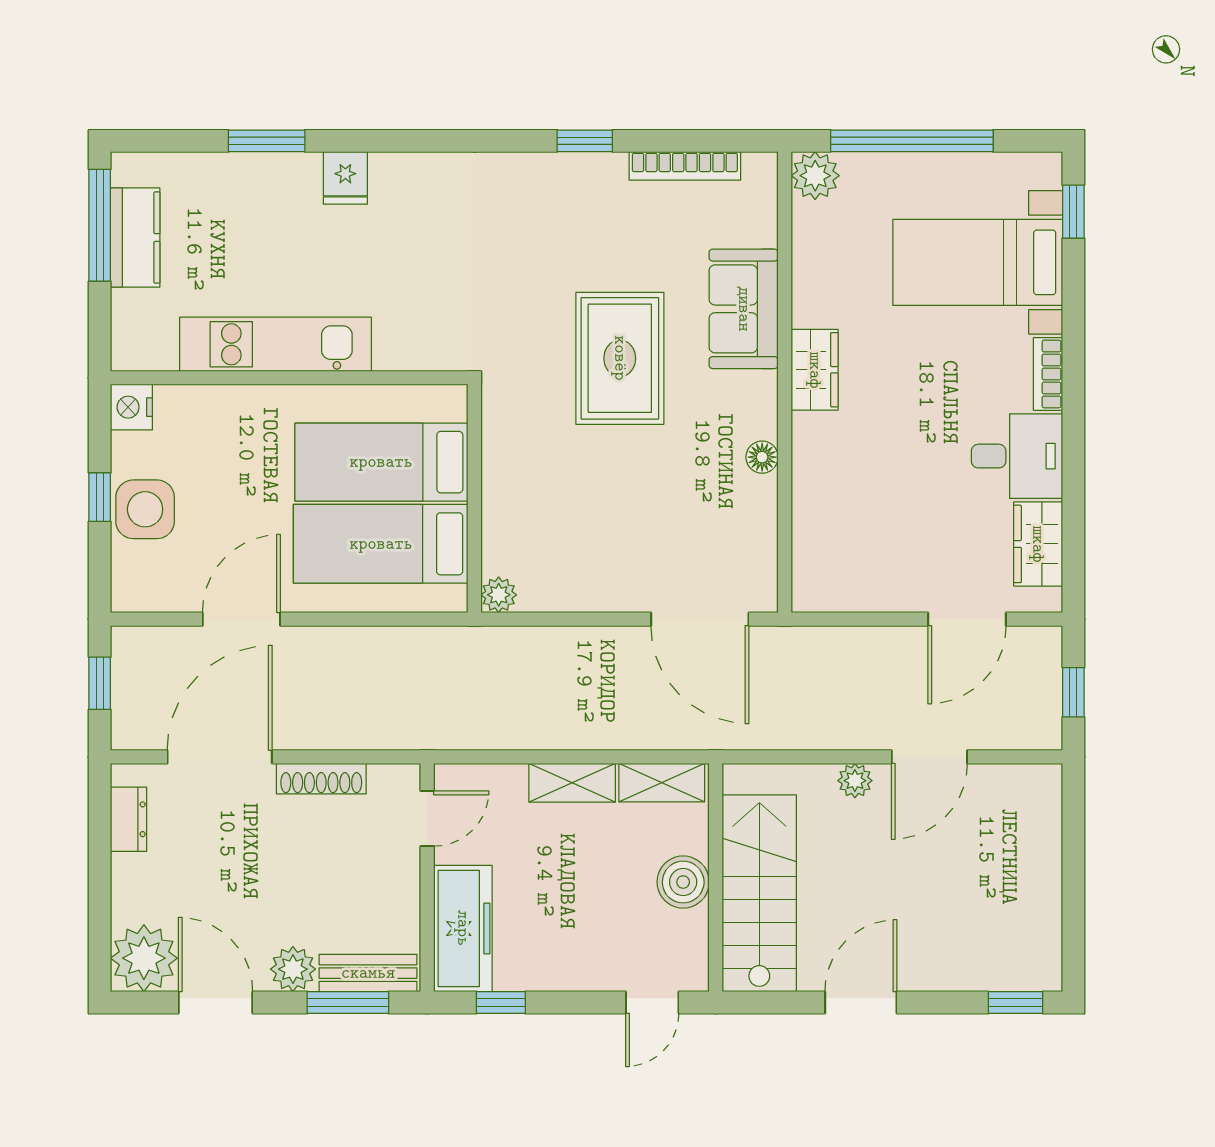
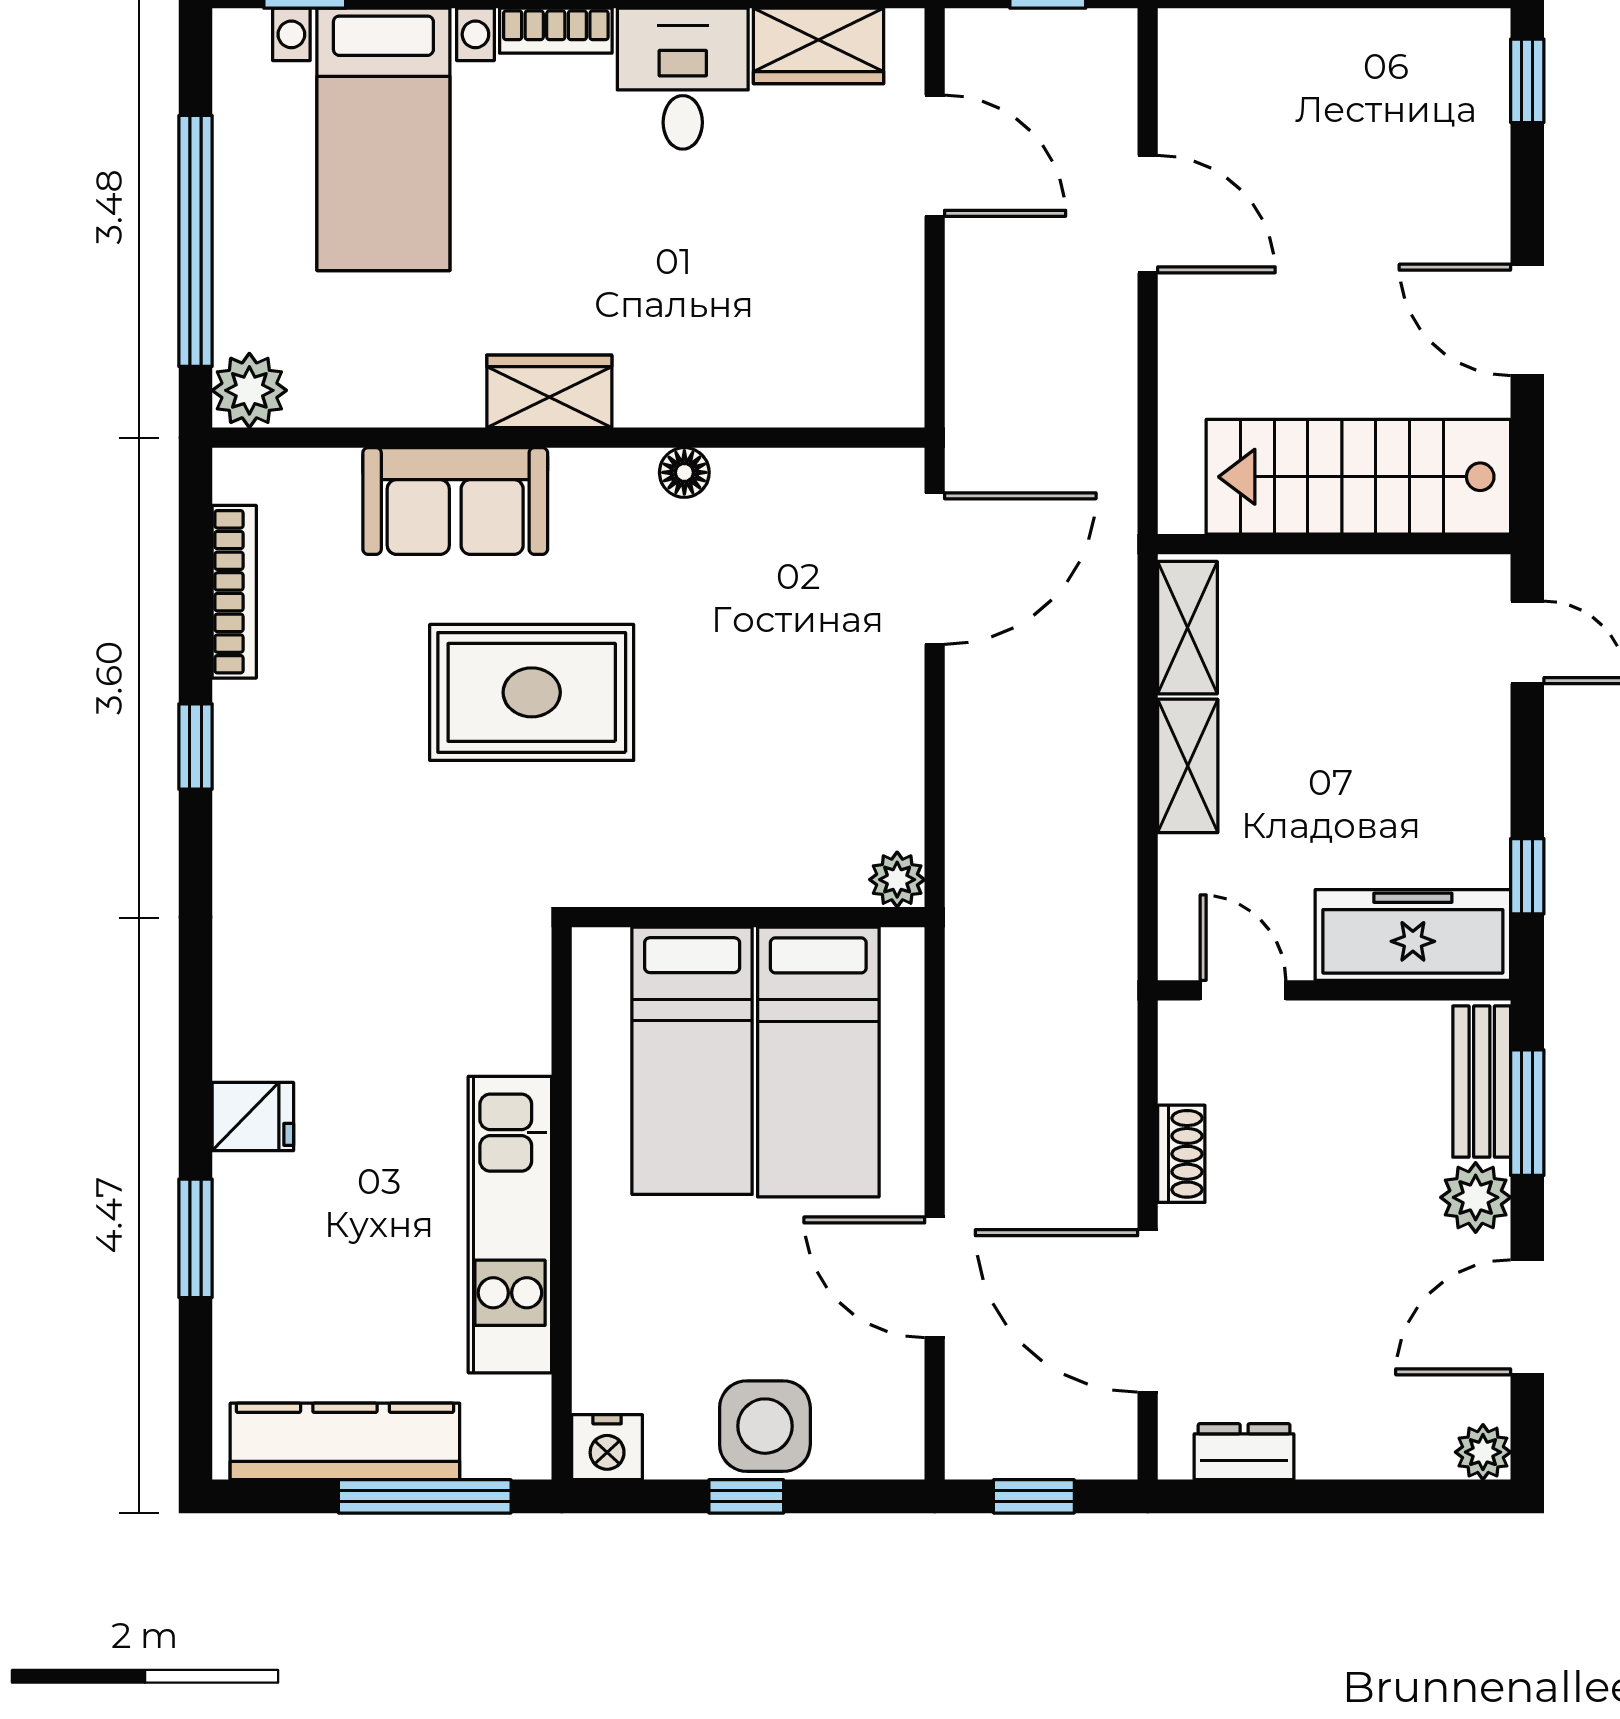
window: (100, 225) -> (425, 1496), moved
kitchen counter: (135, 237) -> (345, 1441), width x1.50
shoe rack: (321, 779) -> (1181, 1154), width x0.70
plant: (855, 781) -> (1184, 329), removed
boiler: (683, 882) -> (1341, 595), removed
plant: (144, 958) -> (1483, 1452), width x0.53, depth x0.53

